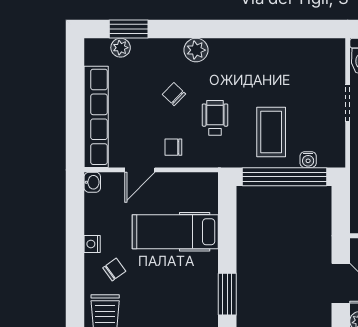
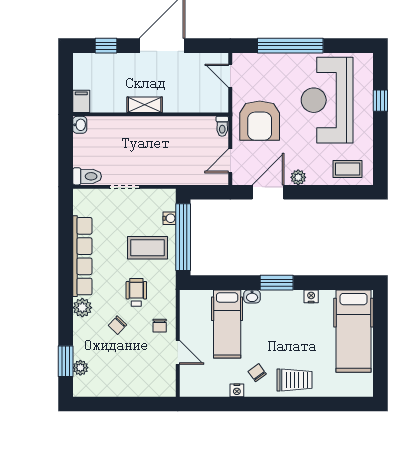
row of seats: (96, 117) -> (82, 256), moved, turned 90
wheelchair: (215, 118) -> (136, 292), turned 90
washbasin: (92, 182) -> (252, 297), moved, turned 180

